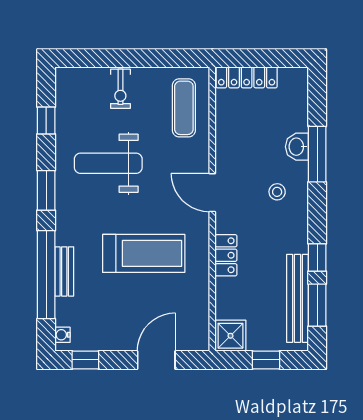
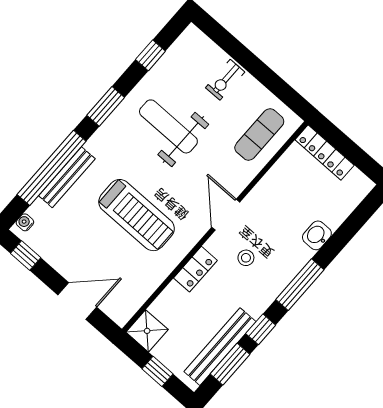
window: (317, 154) -> (300, 285), moved
stool: (277, 192) -> (246, 258), moved
bench: (64, 271) -> (67, 177), width x1.36

